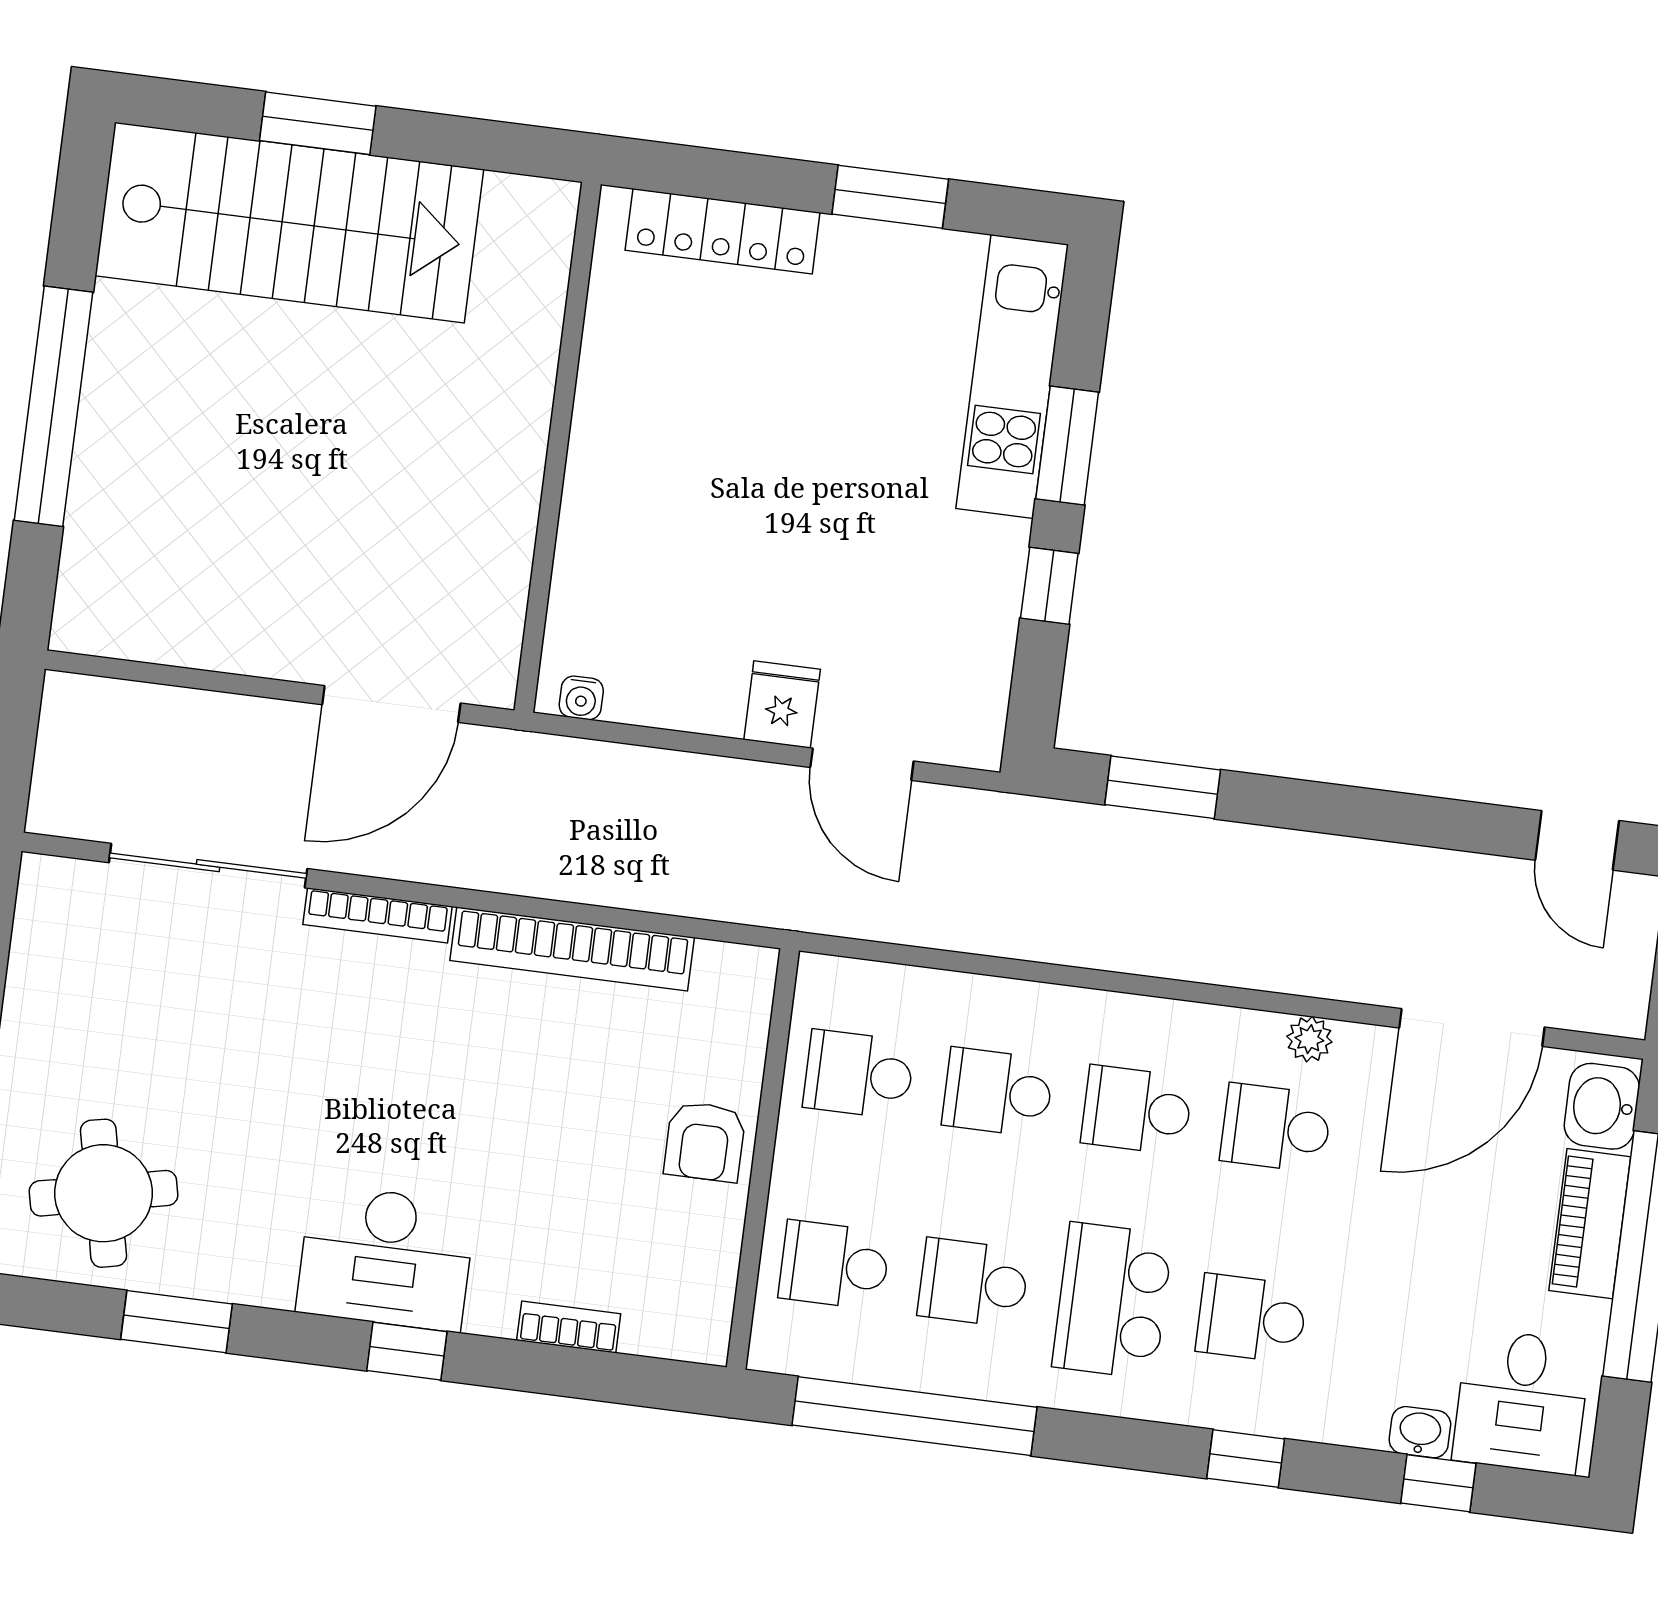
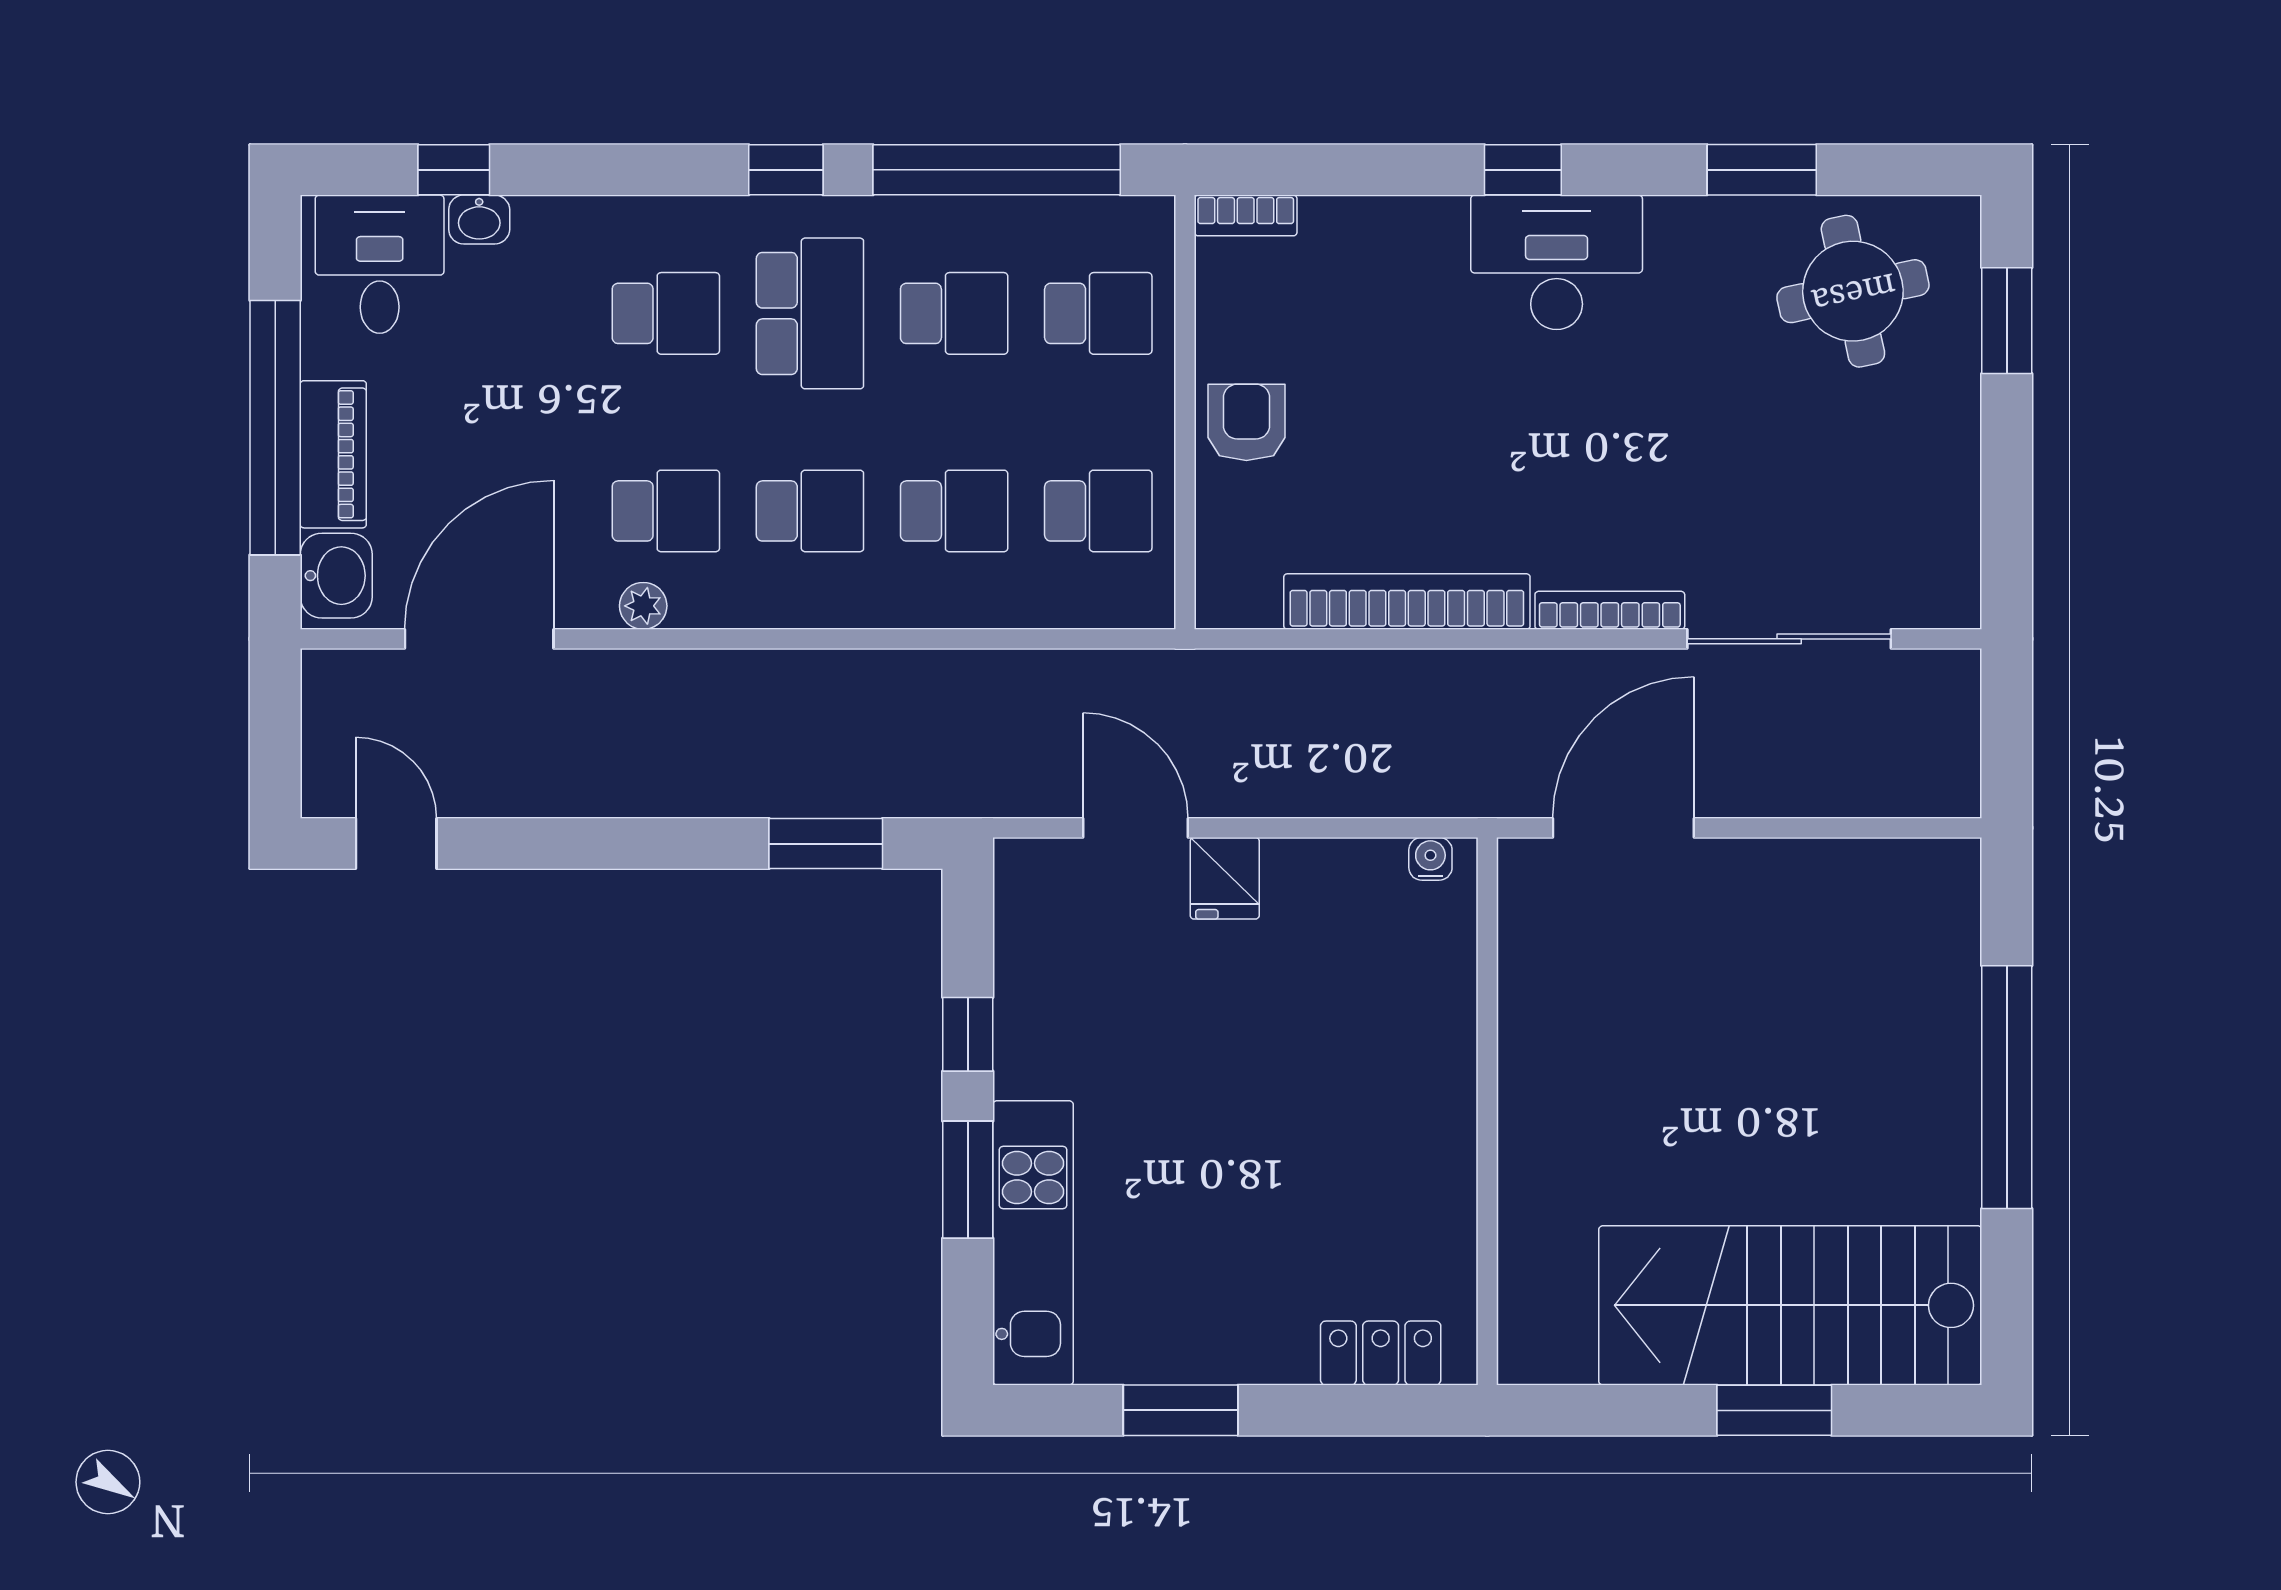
locker: (723, 231) -> (1381, 1353), width x0.66
bookcase: (569, 1327) -> (1246, 215), moved
window: (1246, 1459) -> (786, 170), moved

